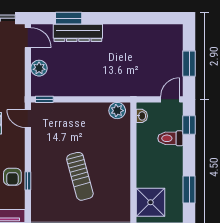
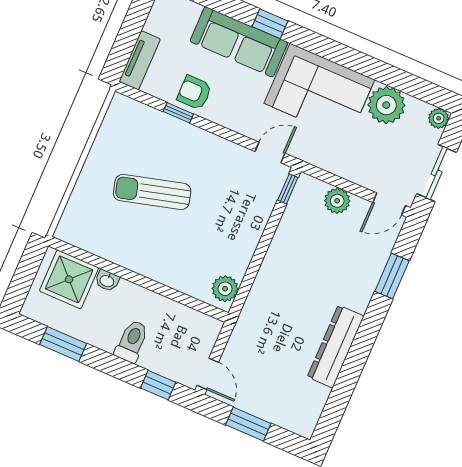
dresser: (78, 33) -> (336, 347), moved
washbasin: (142, 116) -> (107, 281), moved
toilet: (170, 138) -> (132, 341), moved

